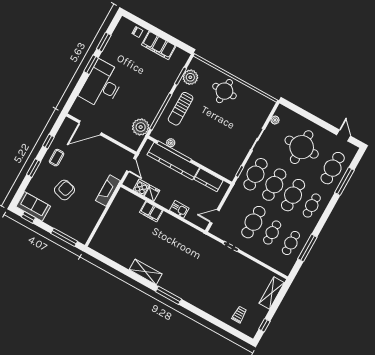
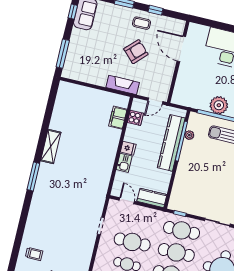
plant: (141, 127) -> (219, 105), moved
kitchen counter: (209, 180) -> (152, 198), moved, turned 90
armchair: (64, 190) -> (136, 52), moved, turned -60
fridge: (152, 193) -> (128, 148), moved
filing cabinet: (151, 212) -> (118, 118), moved

